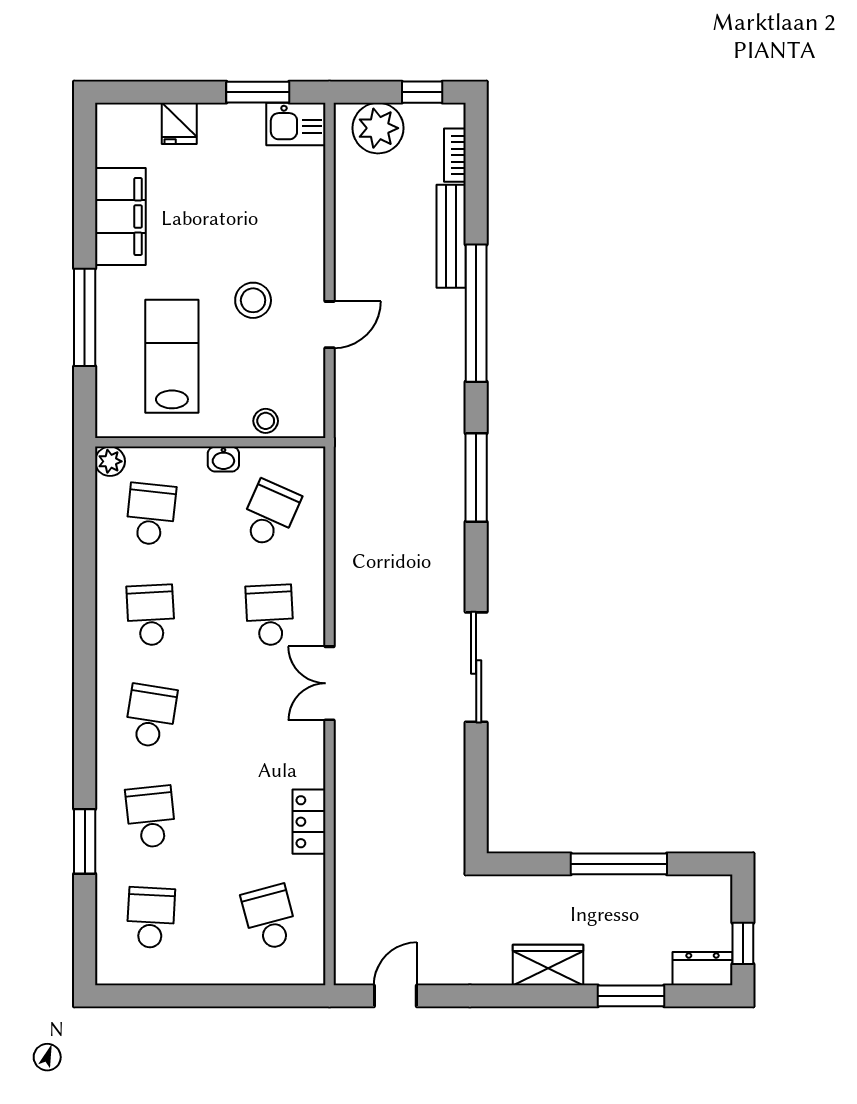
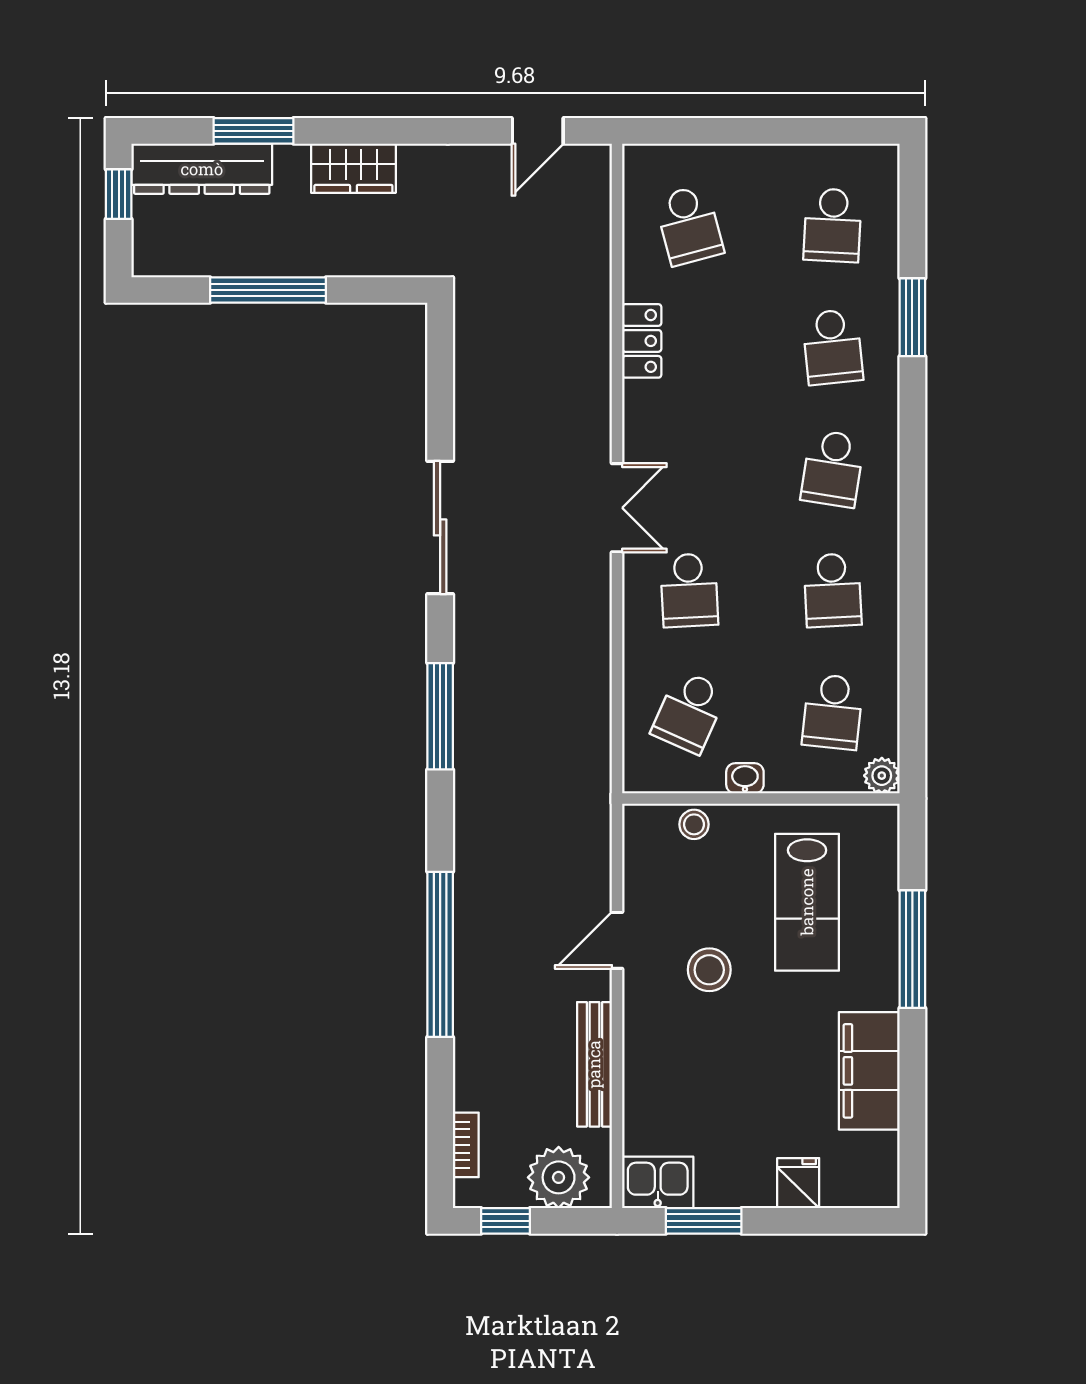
bench: (451, 236) -> (594, 1064), moved
window: (476, 477) -> (440, 716), moved
dresser: (702, 969) -> (202, 169), width x1.96, depth x1.24

